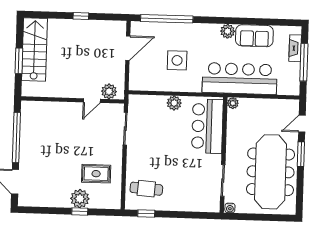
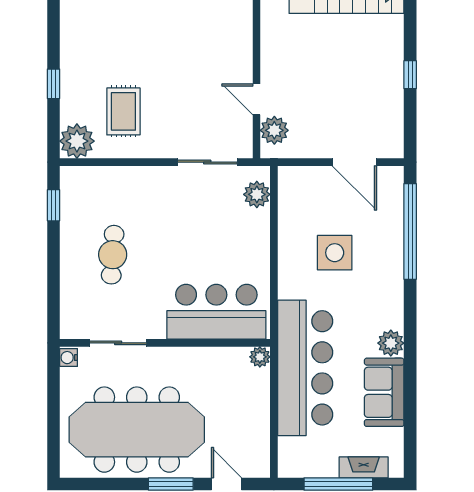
plant: (174, 103) -> (257, 194), moved
cafe table: (146, 189) -> (113, 255), moved
plant: (80, 199) -> (77, 141), moved

